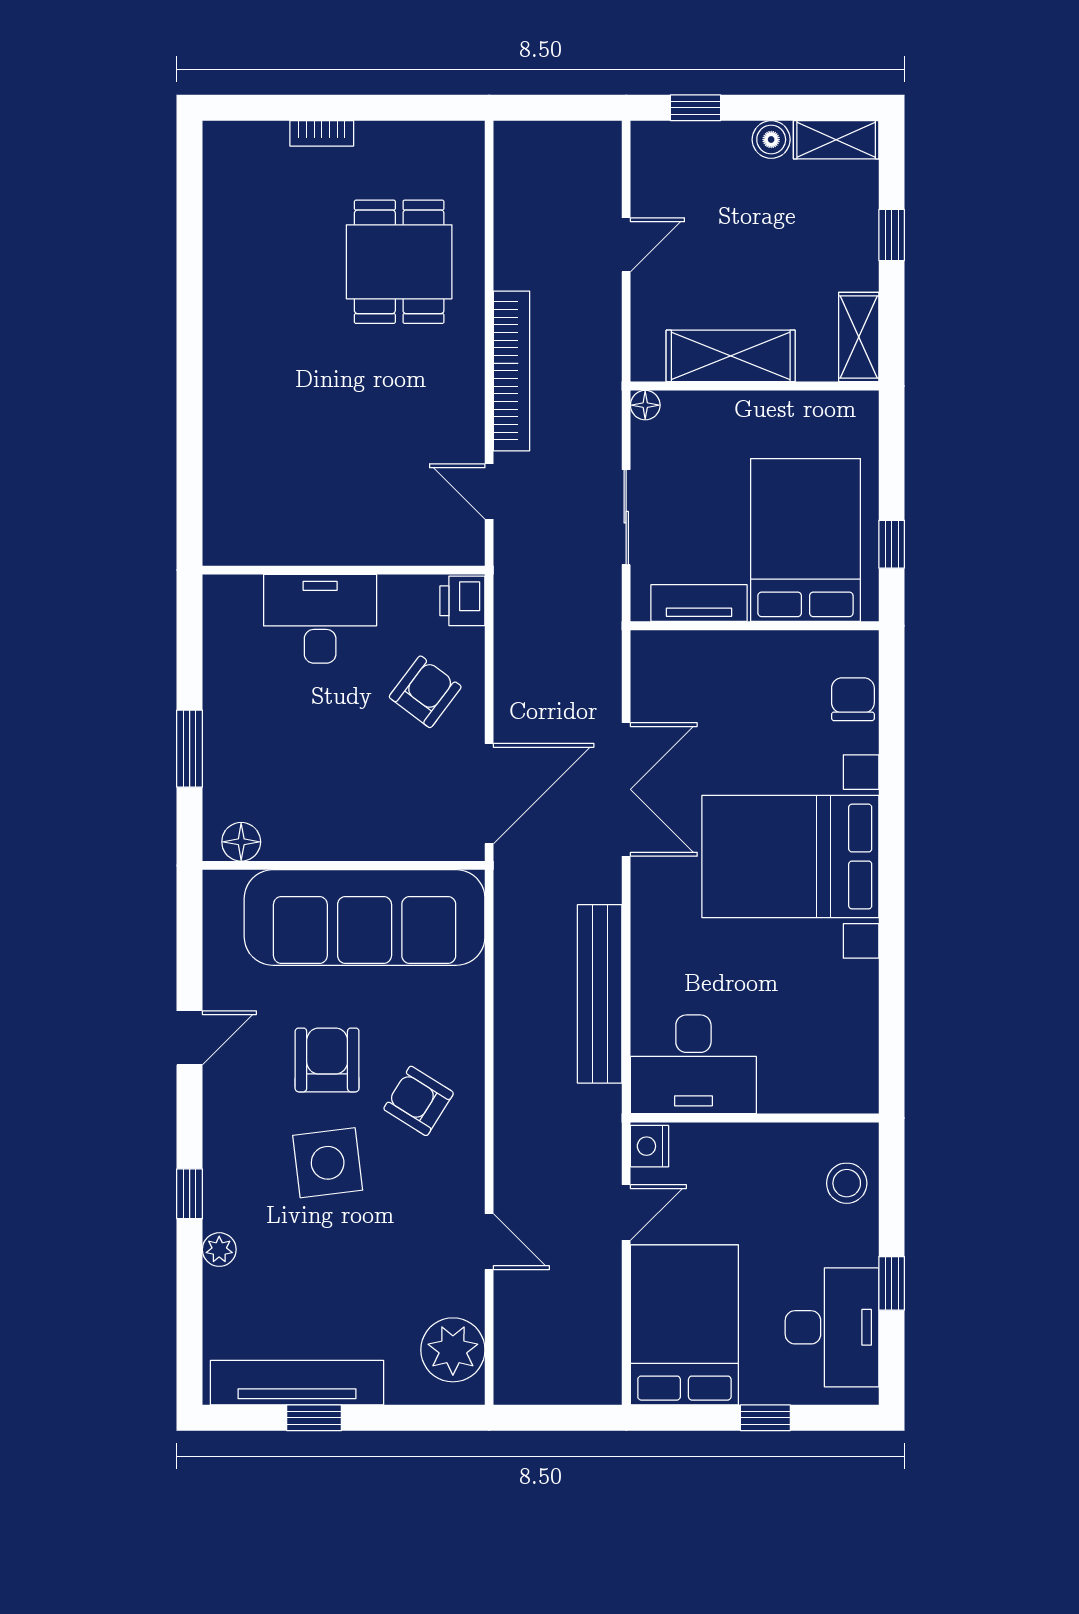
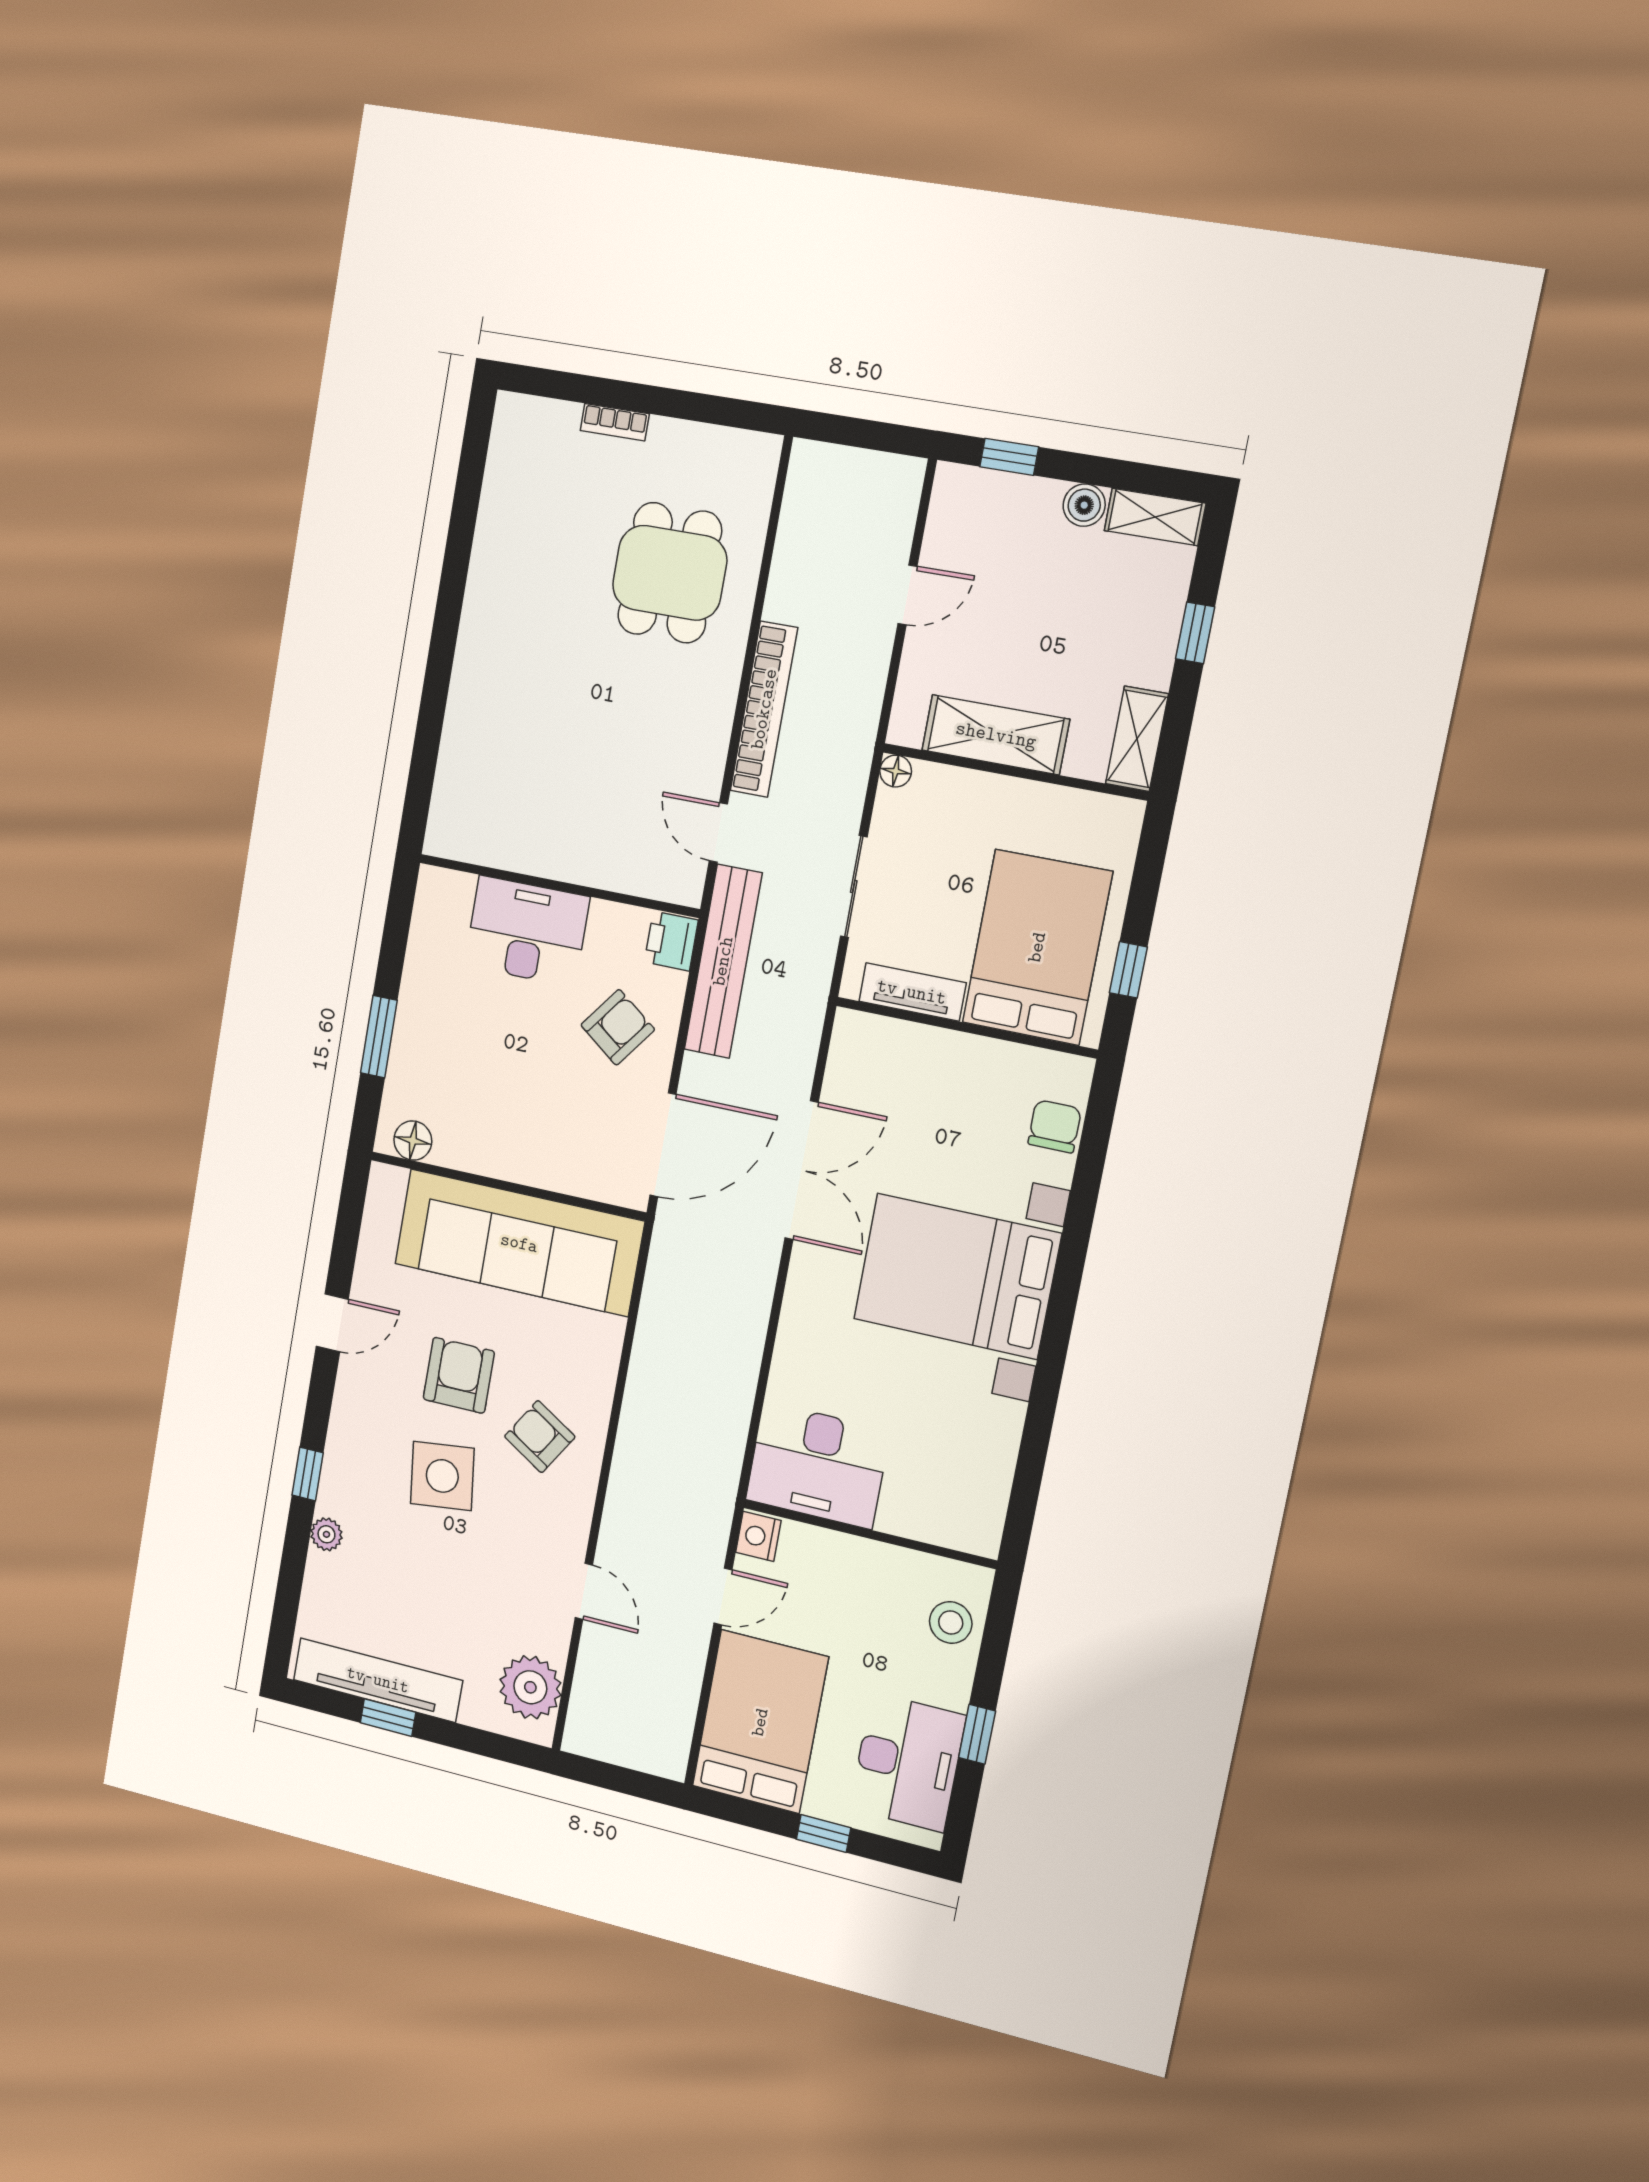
bench: (600, 994) -> (723, 961), moved

